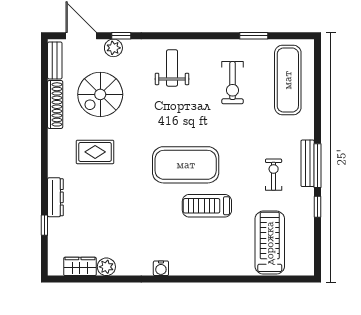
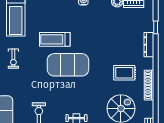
shoe rack: (55, 104) -> (149, 85), moved
treadmill: (207, 206) -> (55, 39), turned 180

